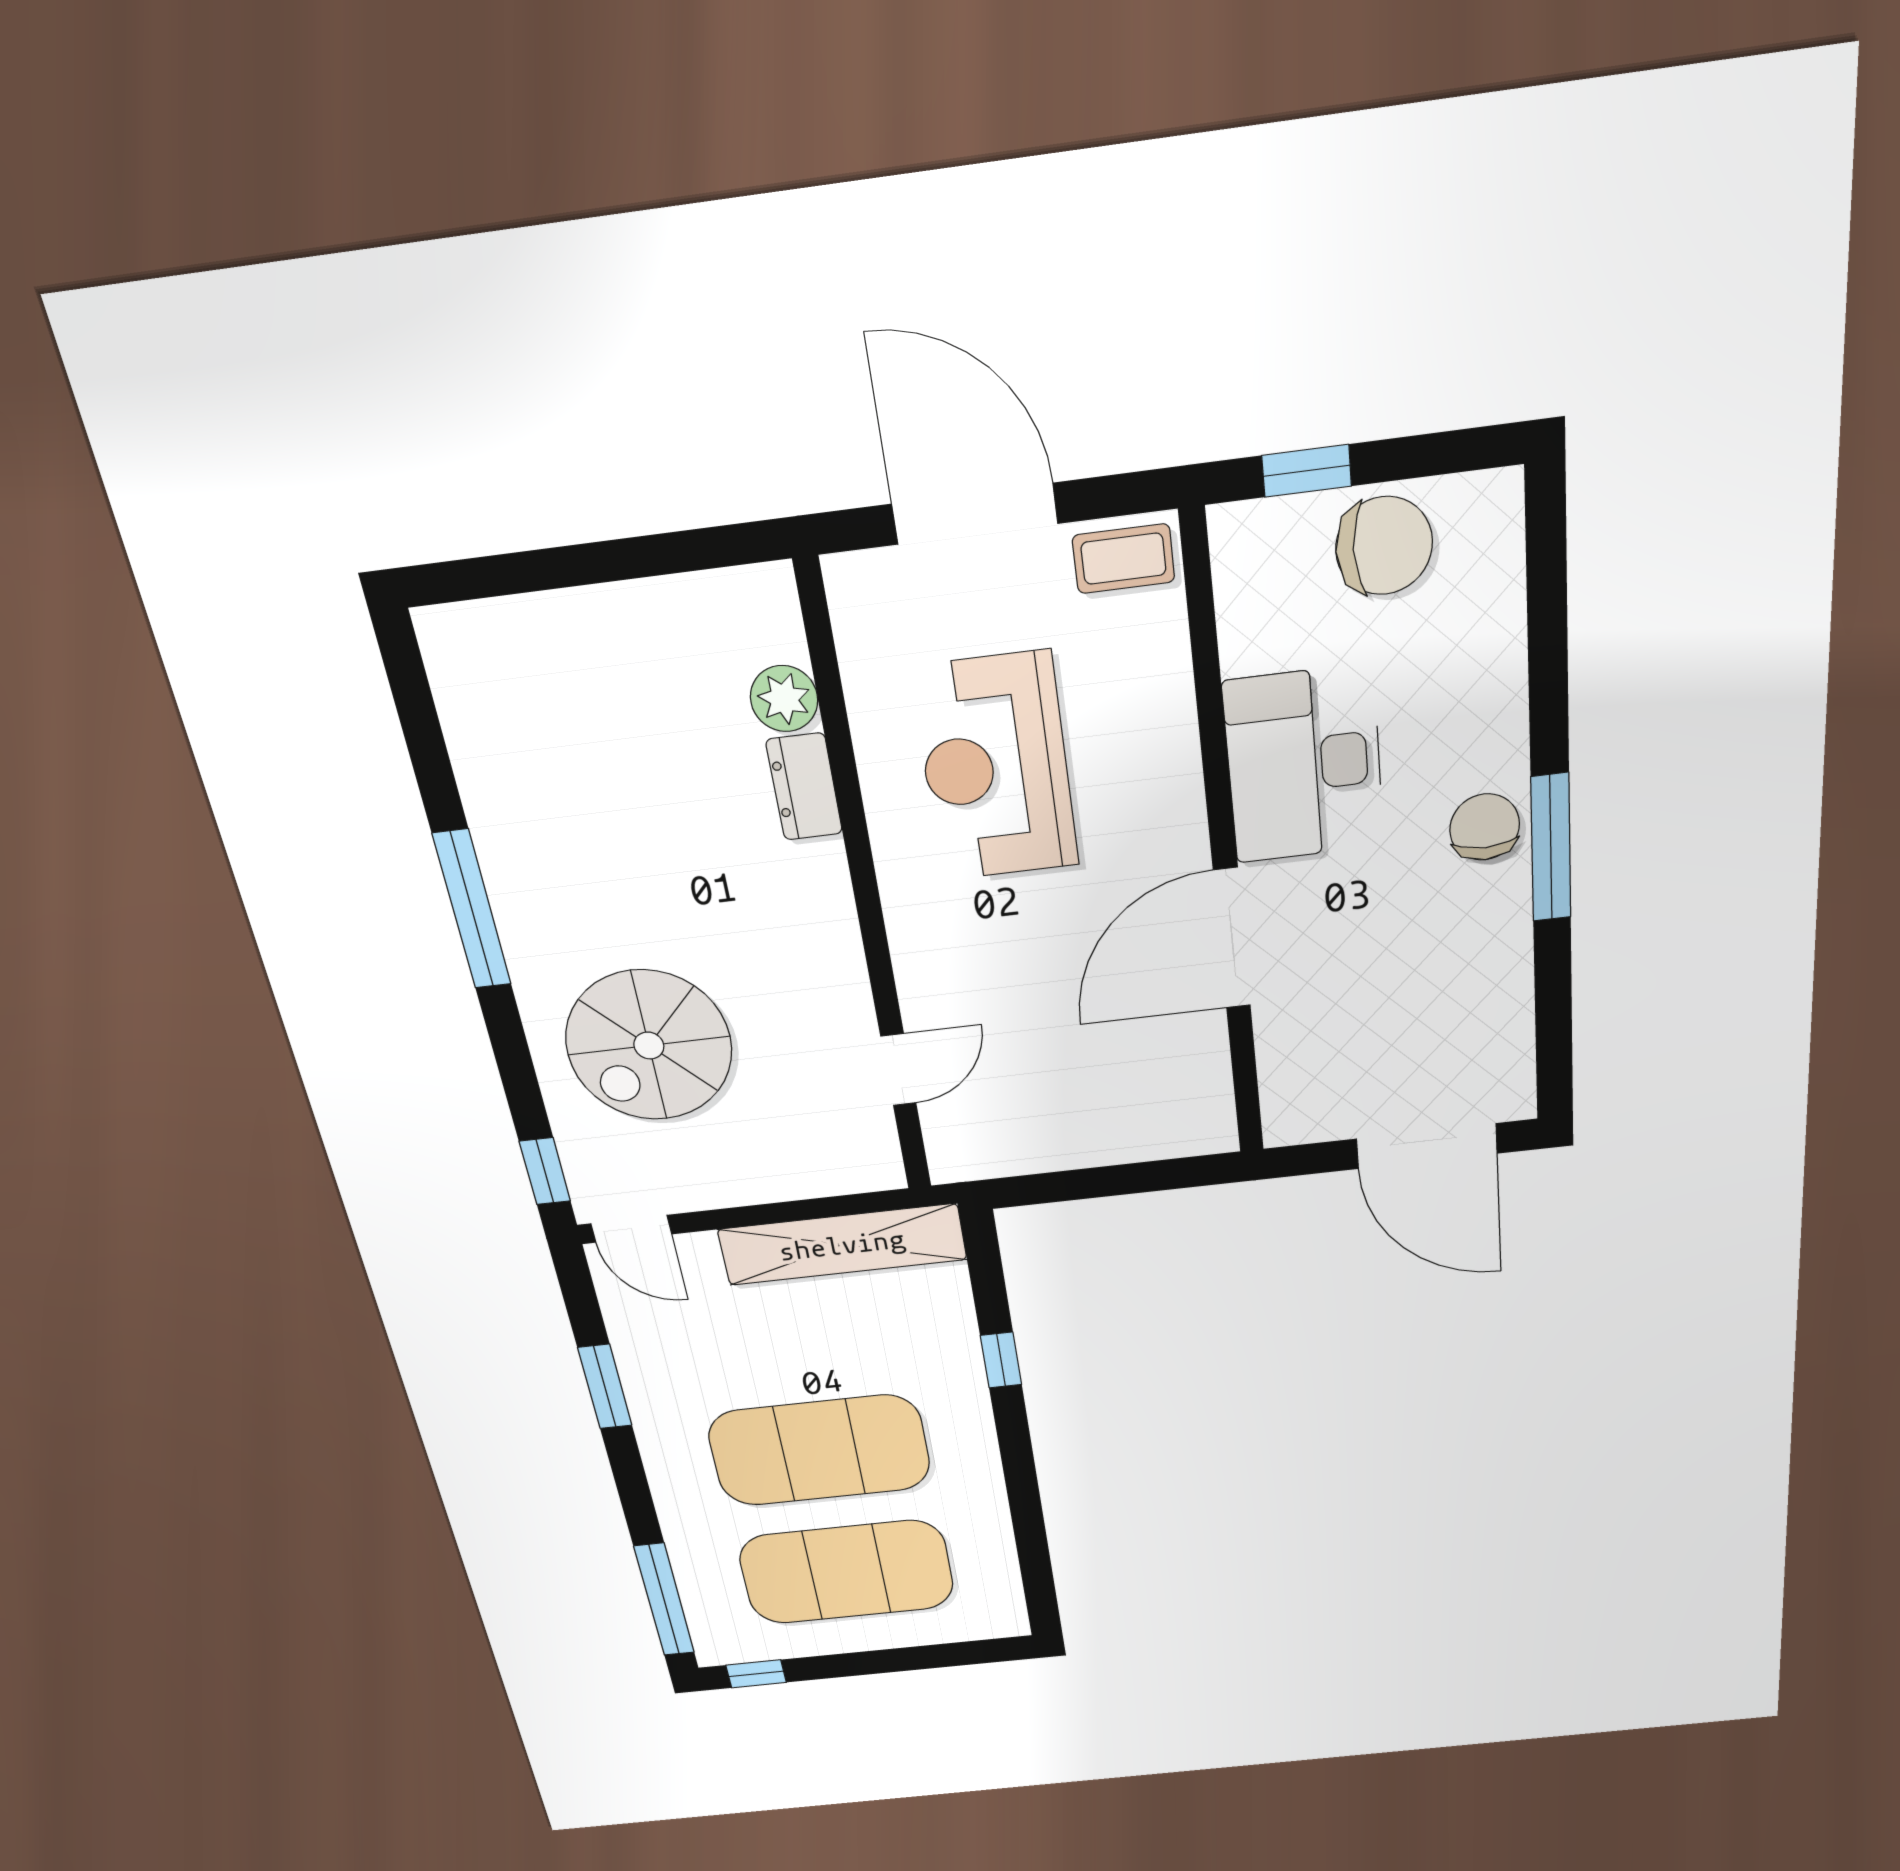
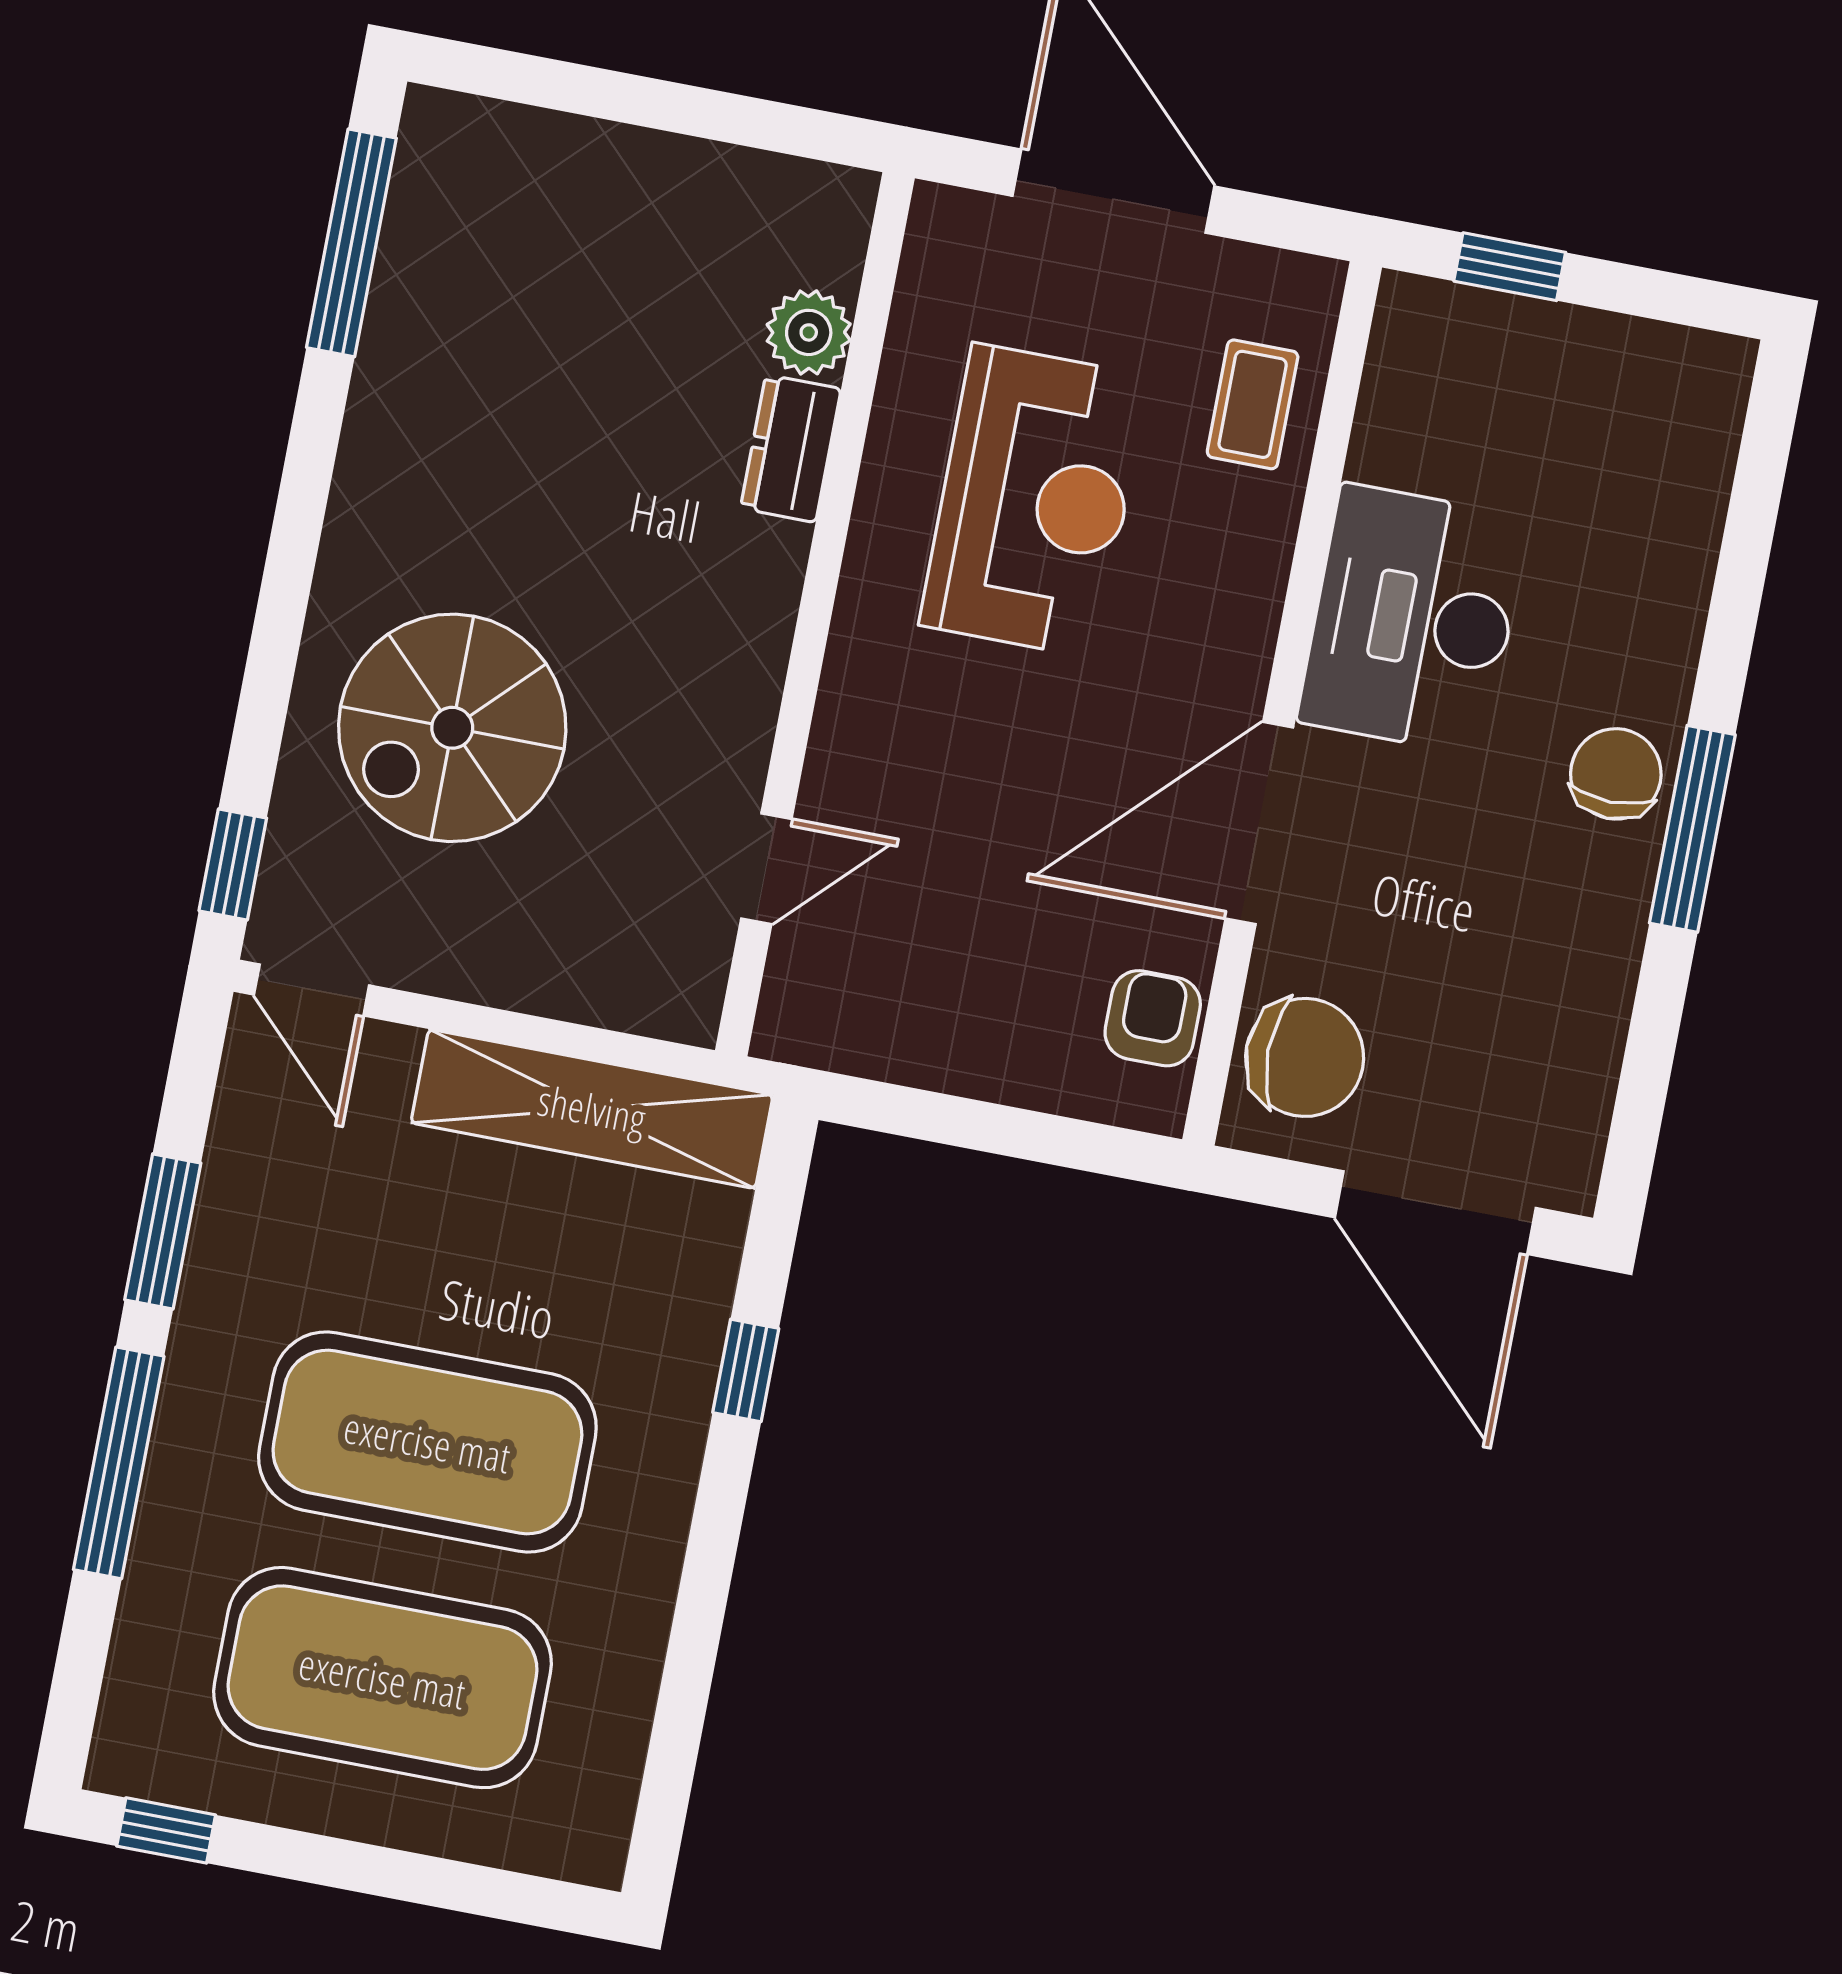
chair: (1384, 546) -> (1305, 1057), moved
coffee table: (1123, 559) -> (1253, 404), moved, turned 90
reception desk: (996, 767) -> (1034, 501), turned 180
window: (472, 910) -> (351, 243), moved
armchair: (1196, 1084) -> (1153, 1018), added
window: (664, 1600) -> (119, 1463), moved

